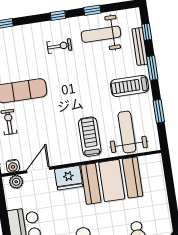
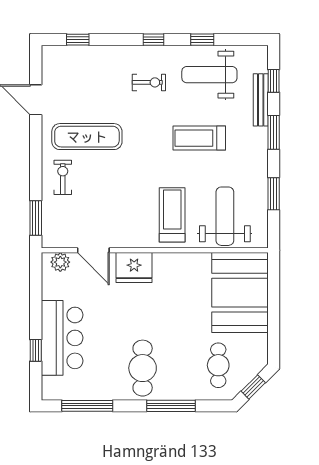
treadmill: (130, 86) -> (199, 138), moved
water cooler: (13, 166) -> (59, 239), removed
door: (38, 170) -> (93, 250), swing flipped
booth: (112, 181) -> (240, 293), moved, turned 90

